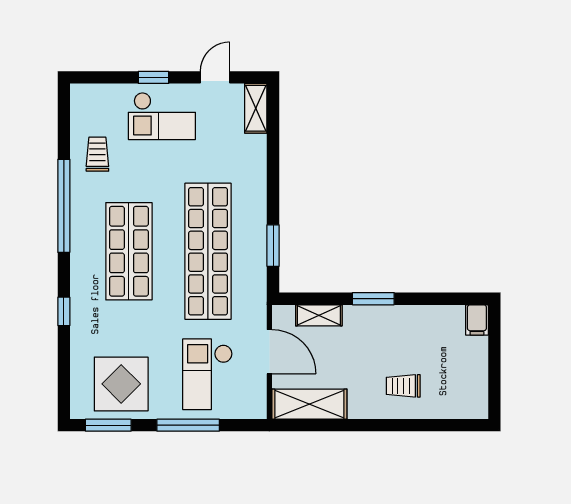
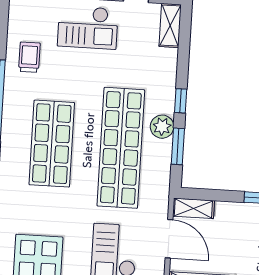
window: (273, 193) -> (181, 101), added
plant: (254, 224) -> (162, 127), added
shelving: (319, 315) -> (193, 208), moved

